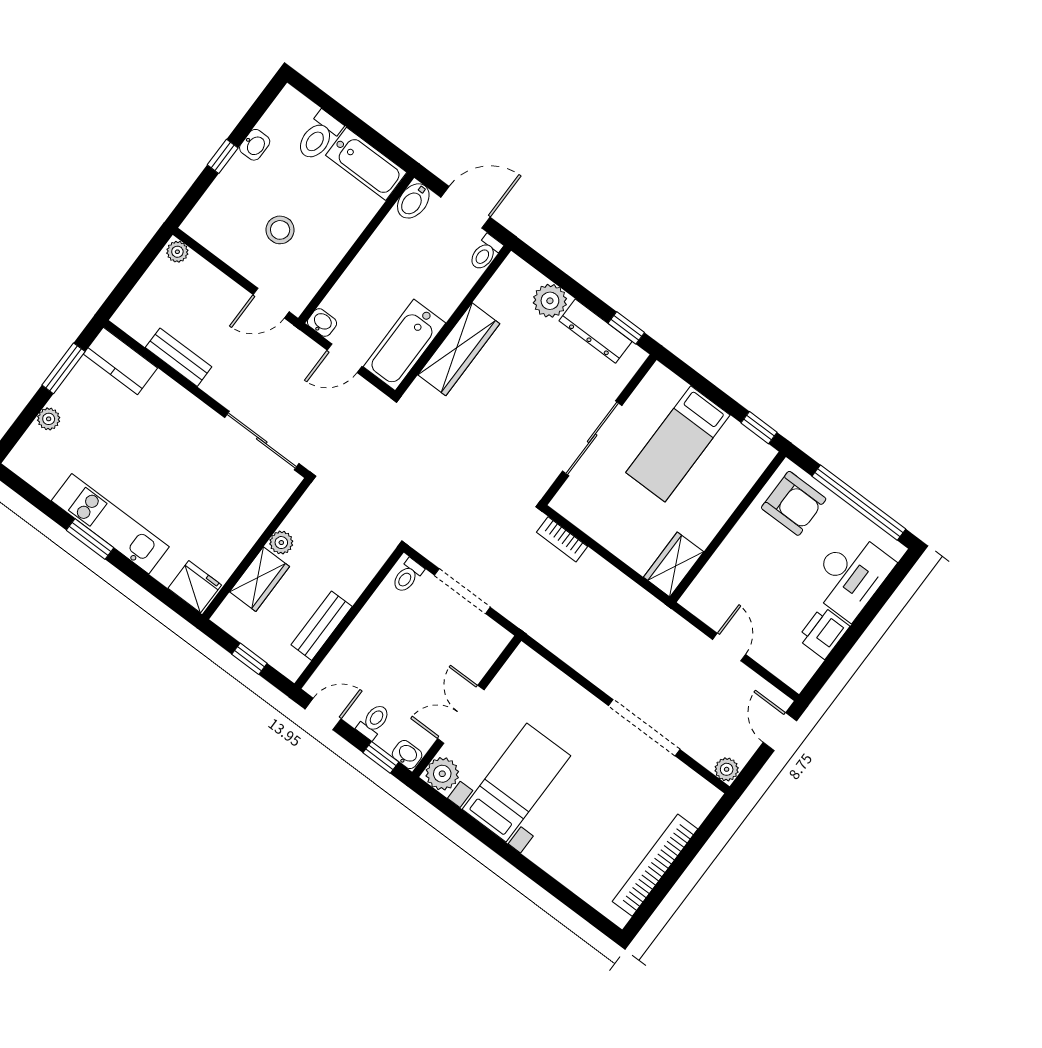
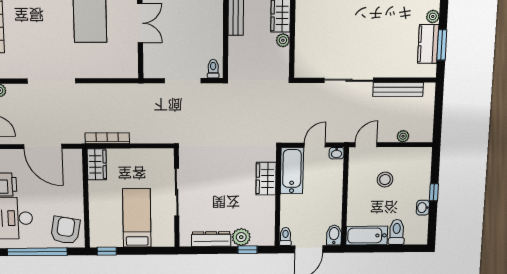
plant: (177, 252) -> (403, 136), moved
window: (626, 328) -> (247, 250), moved
wardrobe: (459, 349) -> (266, 179), width x0.67
bench: (179, 357) -> (398, 90), width x1.36
kitchen counter: (120, 361) -> (428, 44), moved, turned -90
sliding door: (262, 441) -> (349, 80), moved
armchair: (794, 503) -> (65, 230), turned 100
bookcase: (562, 539) -> (107, 138), moved, width x1.56
door: (729, 647) -> (43, 146), width x1.87

